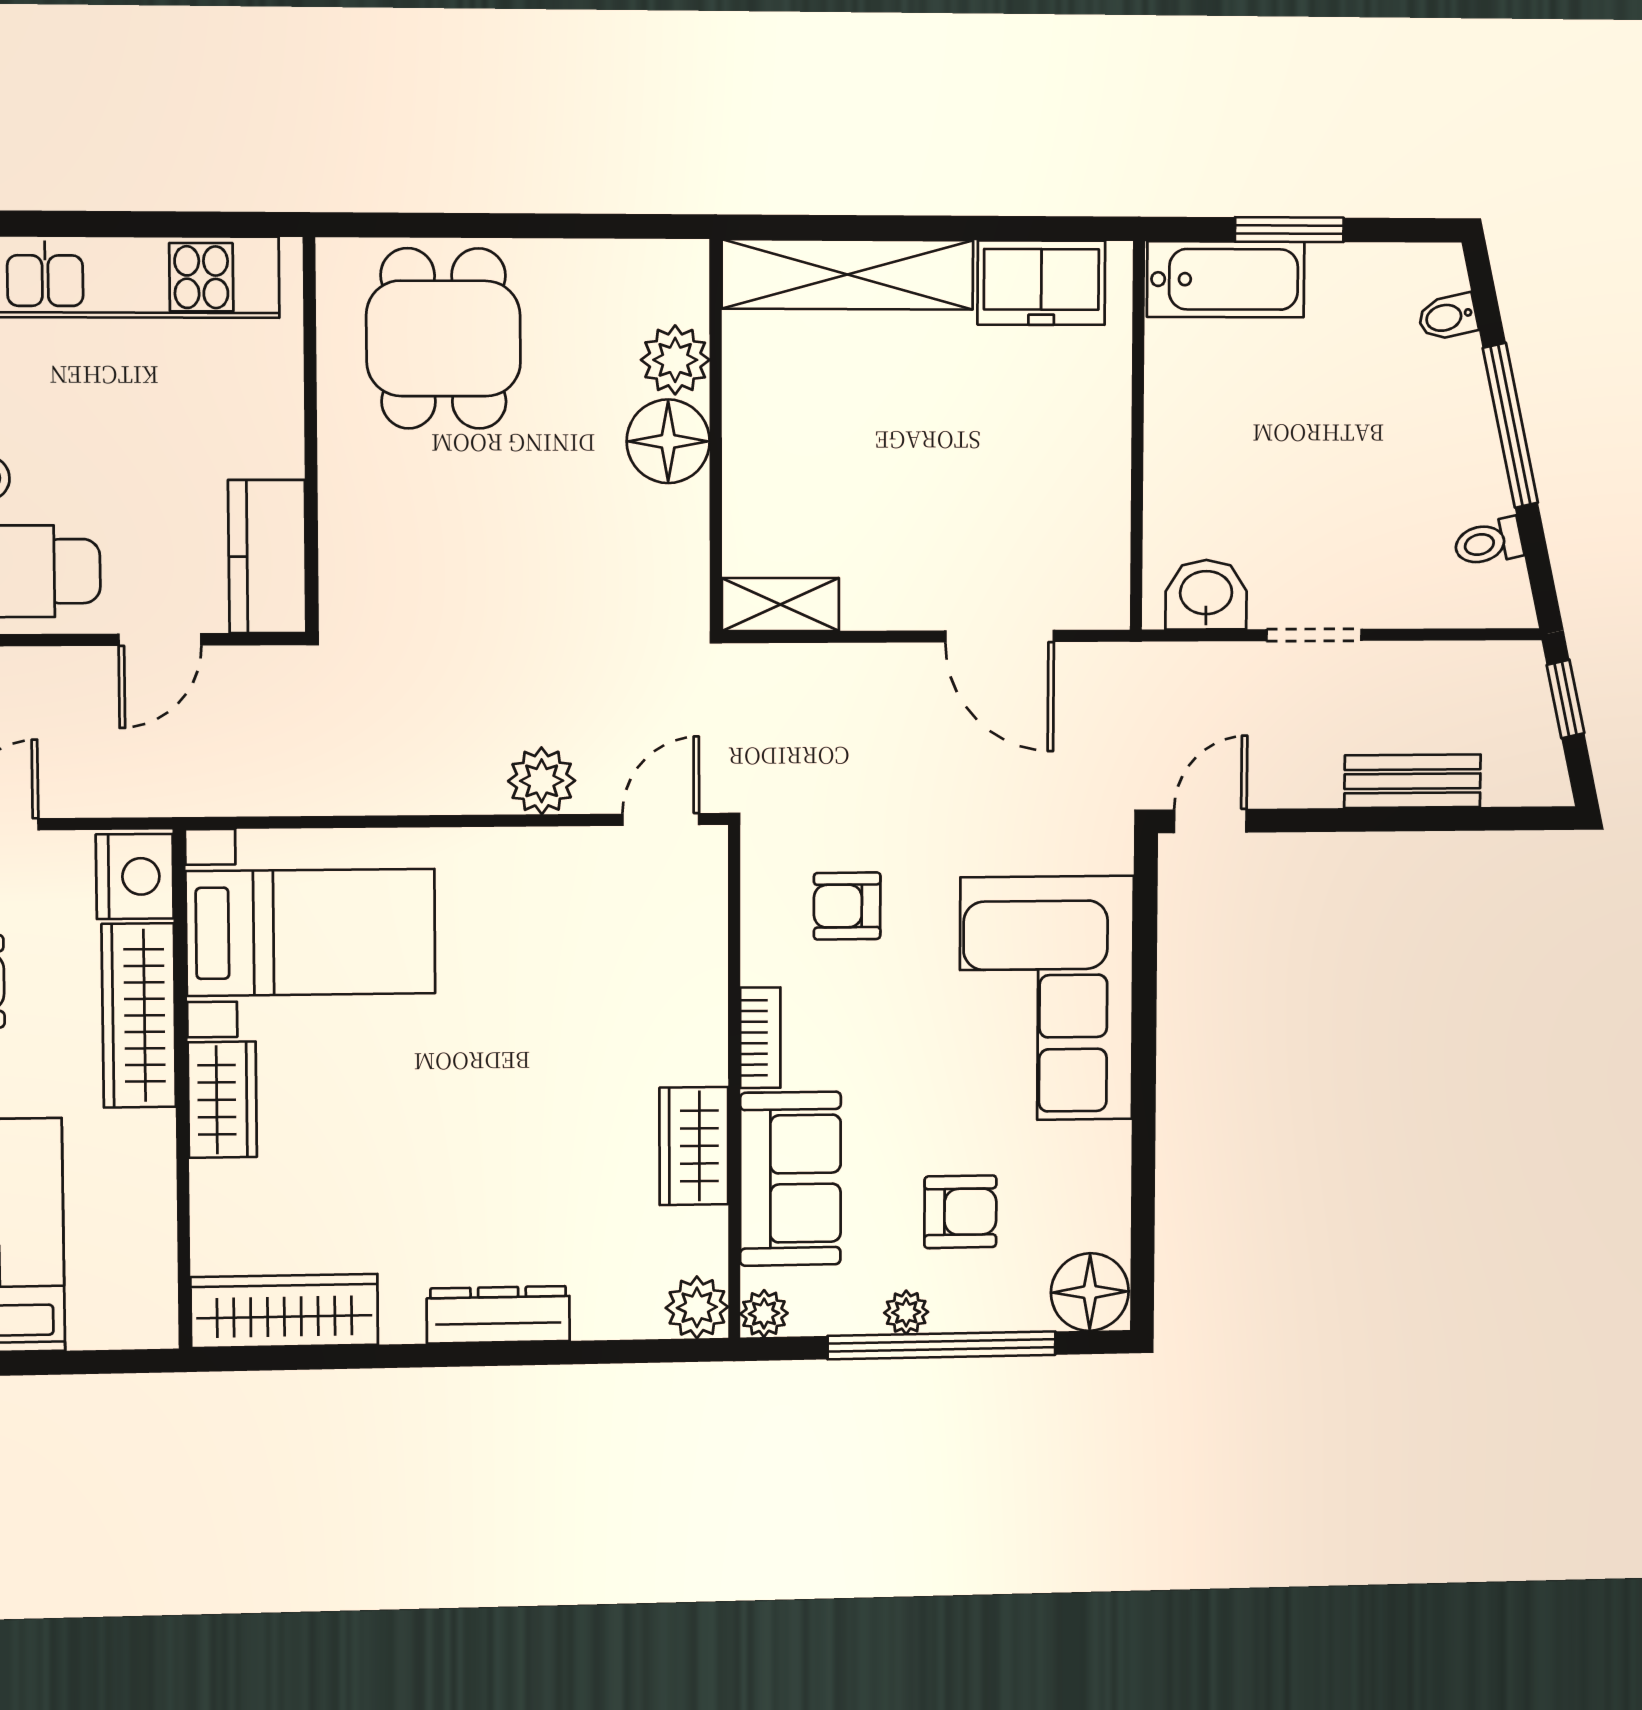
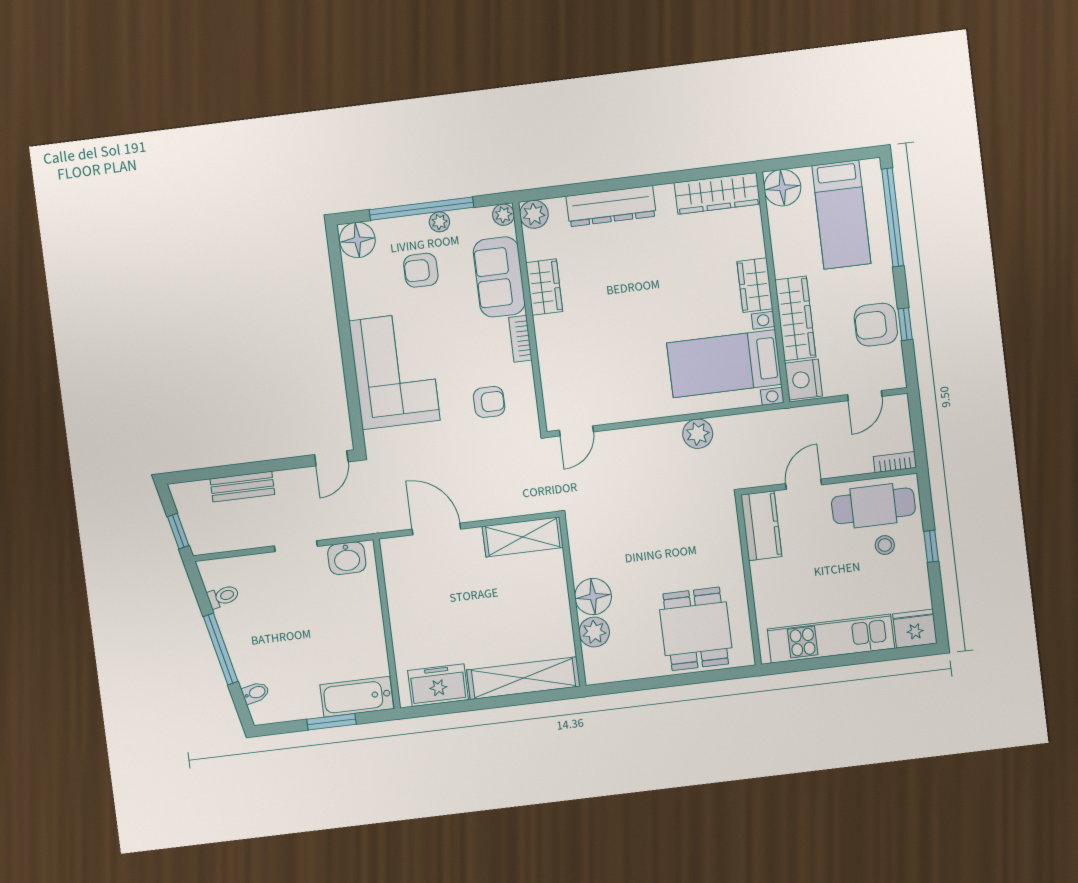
shelving: (780, 605) -> (523, 537), width x1.50, depth x1.33
plant: (542, 781) -> (698, 434), moved
floor lamp: (137, 1309) -> (782, 188), added
dresser: (498, 1315) -> (611, 206), width x1.37, depth x1.24

